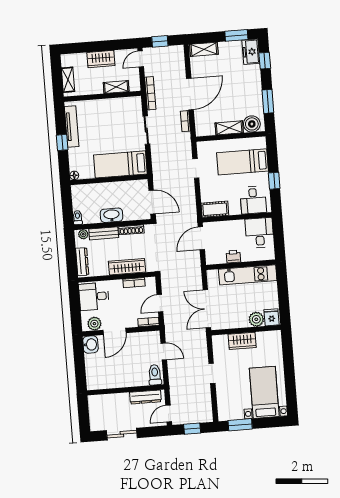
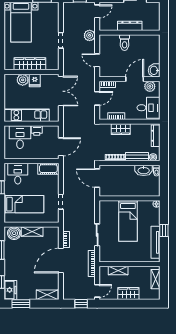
bed: (120, 164) -> (128, 221), moved, turned 90
washbasin: (112, 215) -> (144, 170), moved
desk: (260, 233) -> (20, 137), moved, turned 180
wardrobe: (127, 267) -> (121, 129), width x0.67
fridge: (272, 317) -> (35, 80), moved
wardrobe: (242, 341) -> (30, 64), width x1.50
toilet: (155, 375) -> (125, 43), moved
plant: (176, 382) -> (90, 35), added
dresser: (145, 397) -> (130, 26), moved

